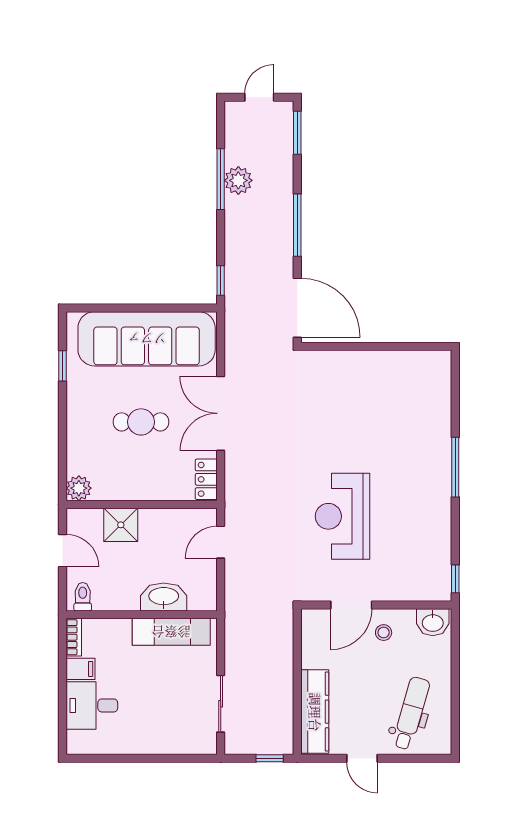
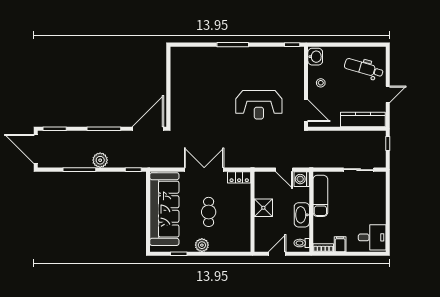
door: (259, 97) -> (36, 149), width x1.88
plant: (238, 180) -> (100, 160), moved
double door: (221, 413) -> (204, 170), swing flipped
plant: (79, 488) -> (202, 245), moved
shower: (121, 525) -> (263, 208), moved
door: (221, 542) -> (284, 170), moved
washbasin: (164, 597) -> (302, 215), moved
washing machine: (203, 597) -> (302, 179), added
door: (351, 605) -> (306, 111), moved
desk: (92, 705) -> (372, 237), moved, turned -90

